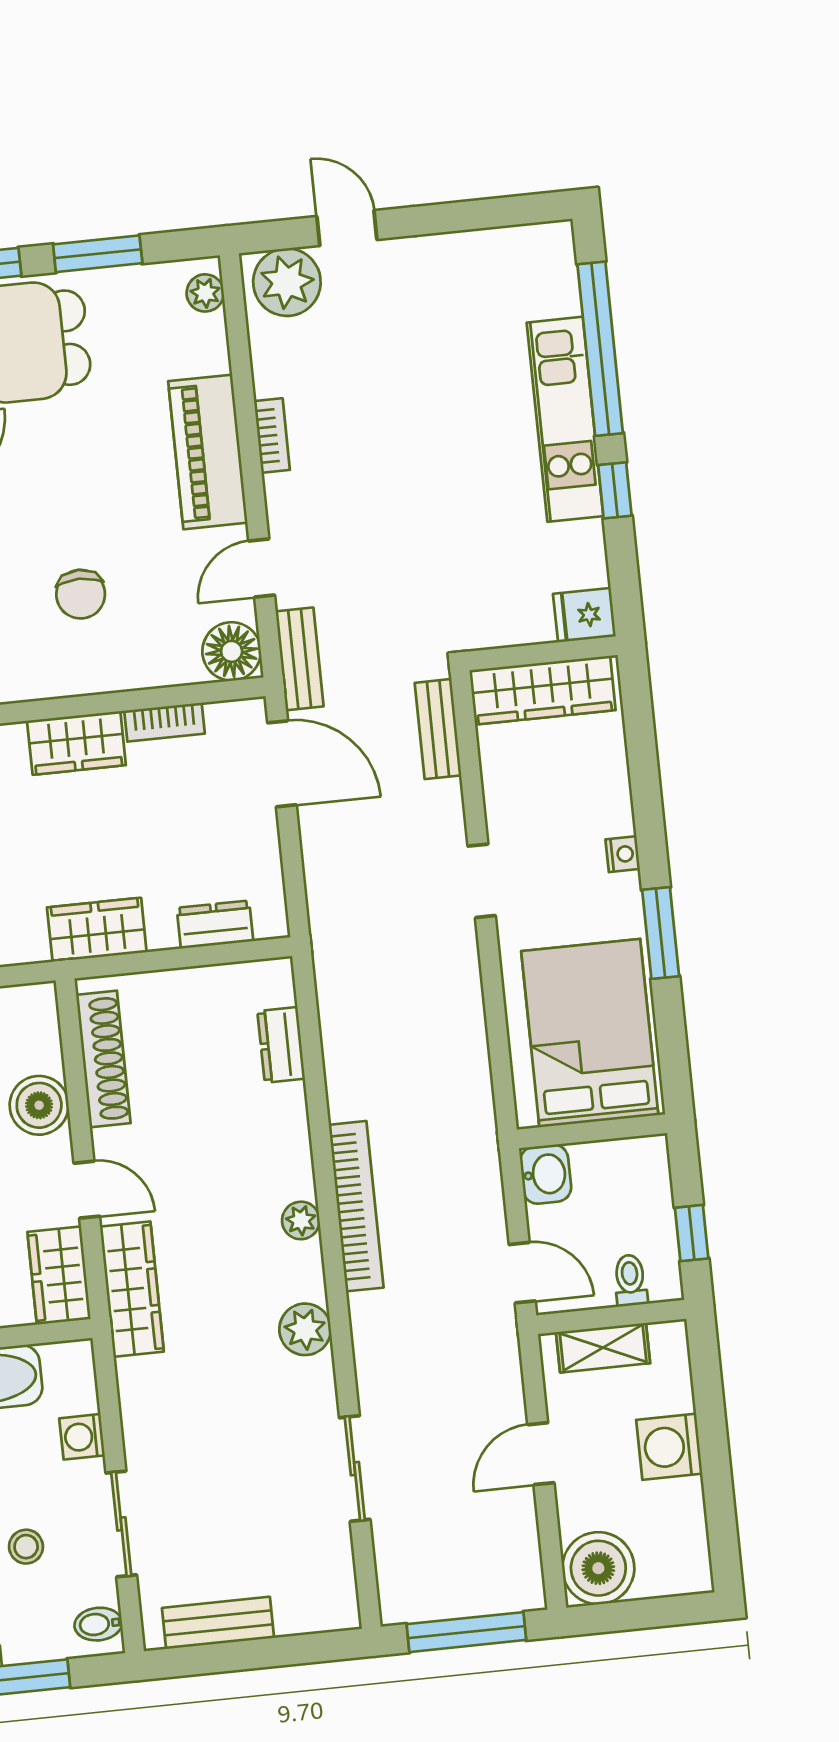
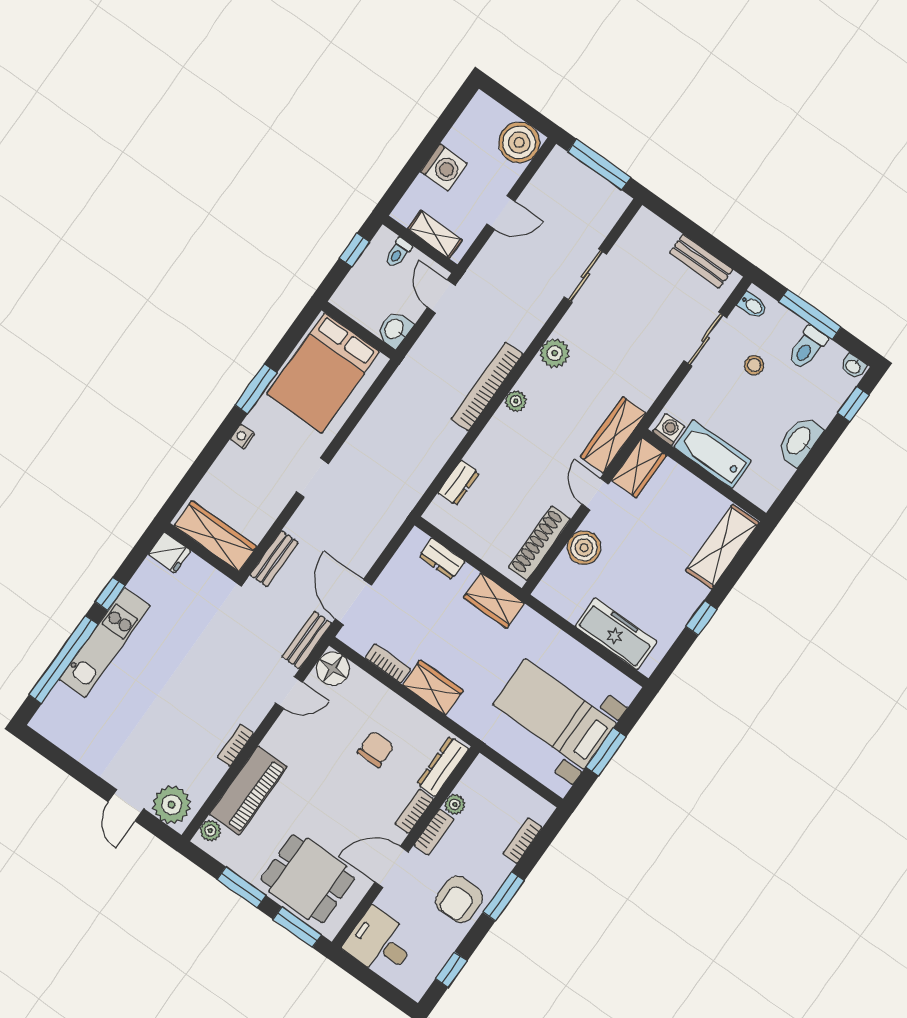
piano: (208, 452) -> (248, 791), moved
washing machine: (82, 1437) -> (669, 429), moved, turned -90

